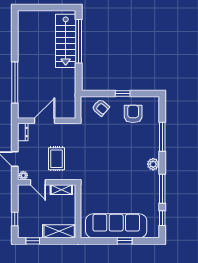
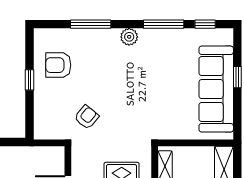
armchair: (101, 108) -> (87, 117), moved

